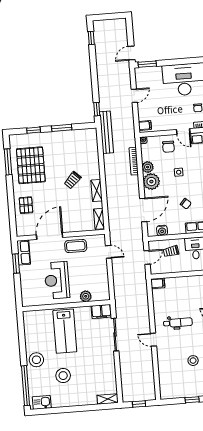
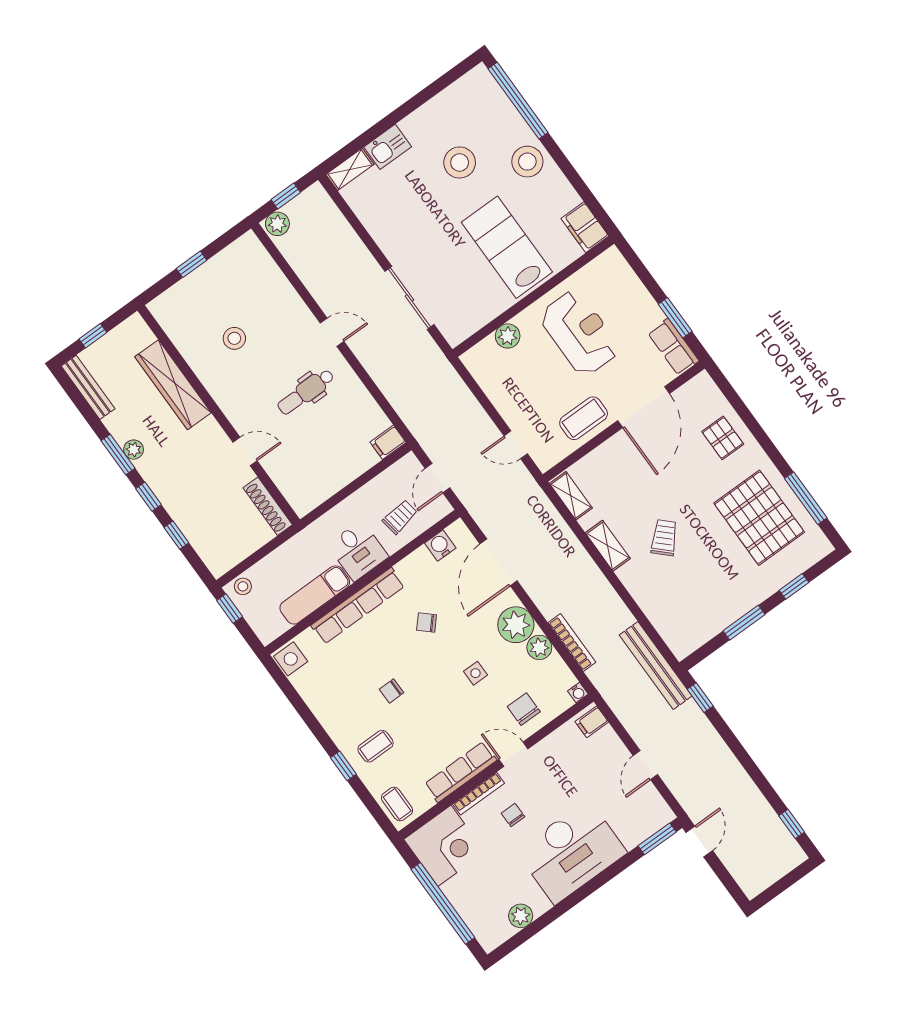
filing cabinet: (101, 311) -> (585, 227), moved, turned -90
plant: (149, 395) -> (277, 224), added
kitchen sink: (42, 402) -> (388, 147), moved

